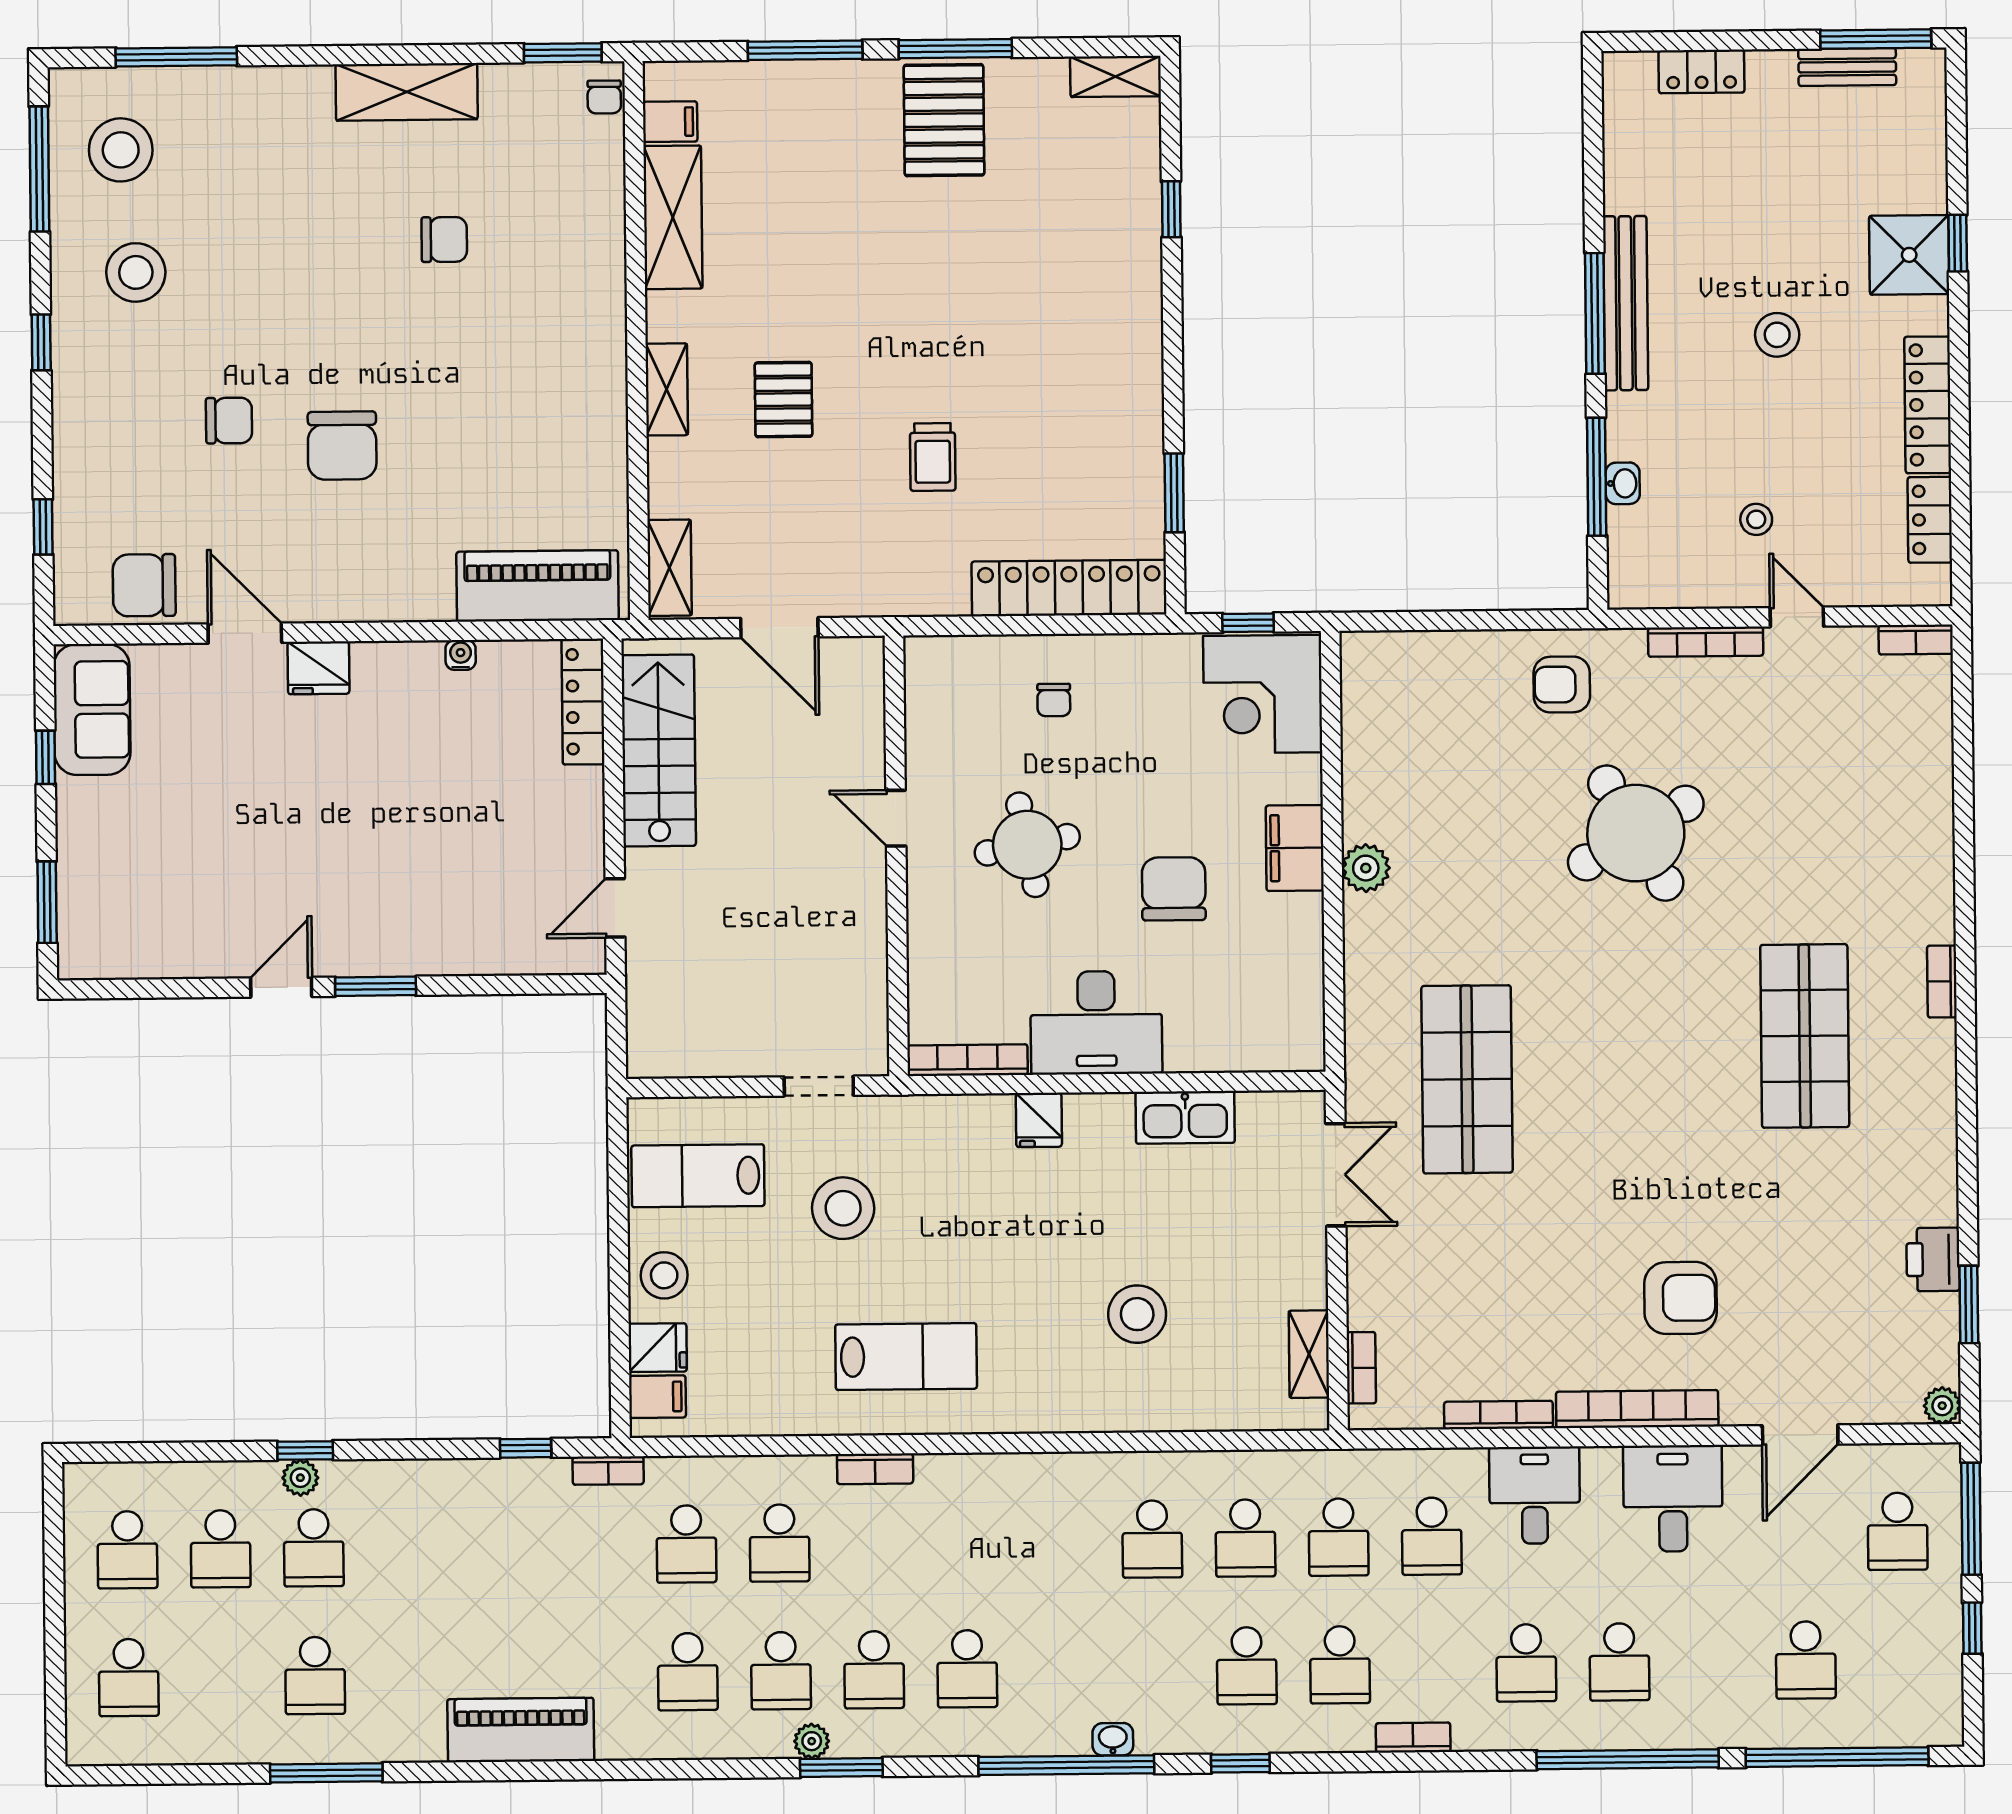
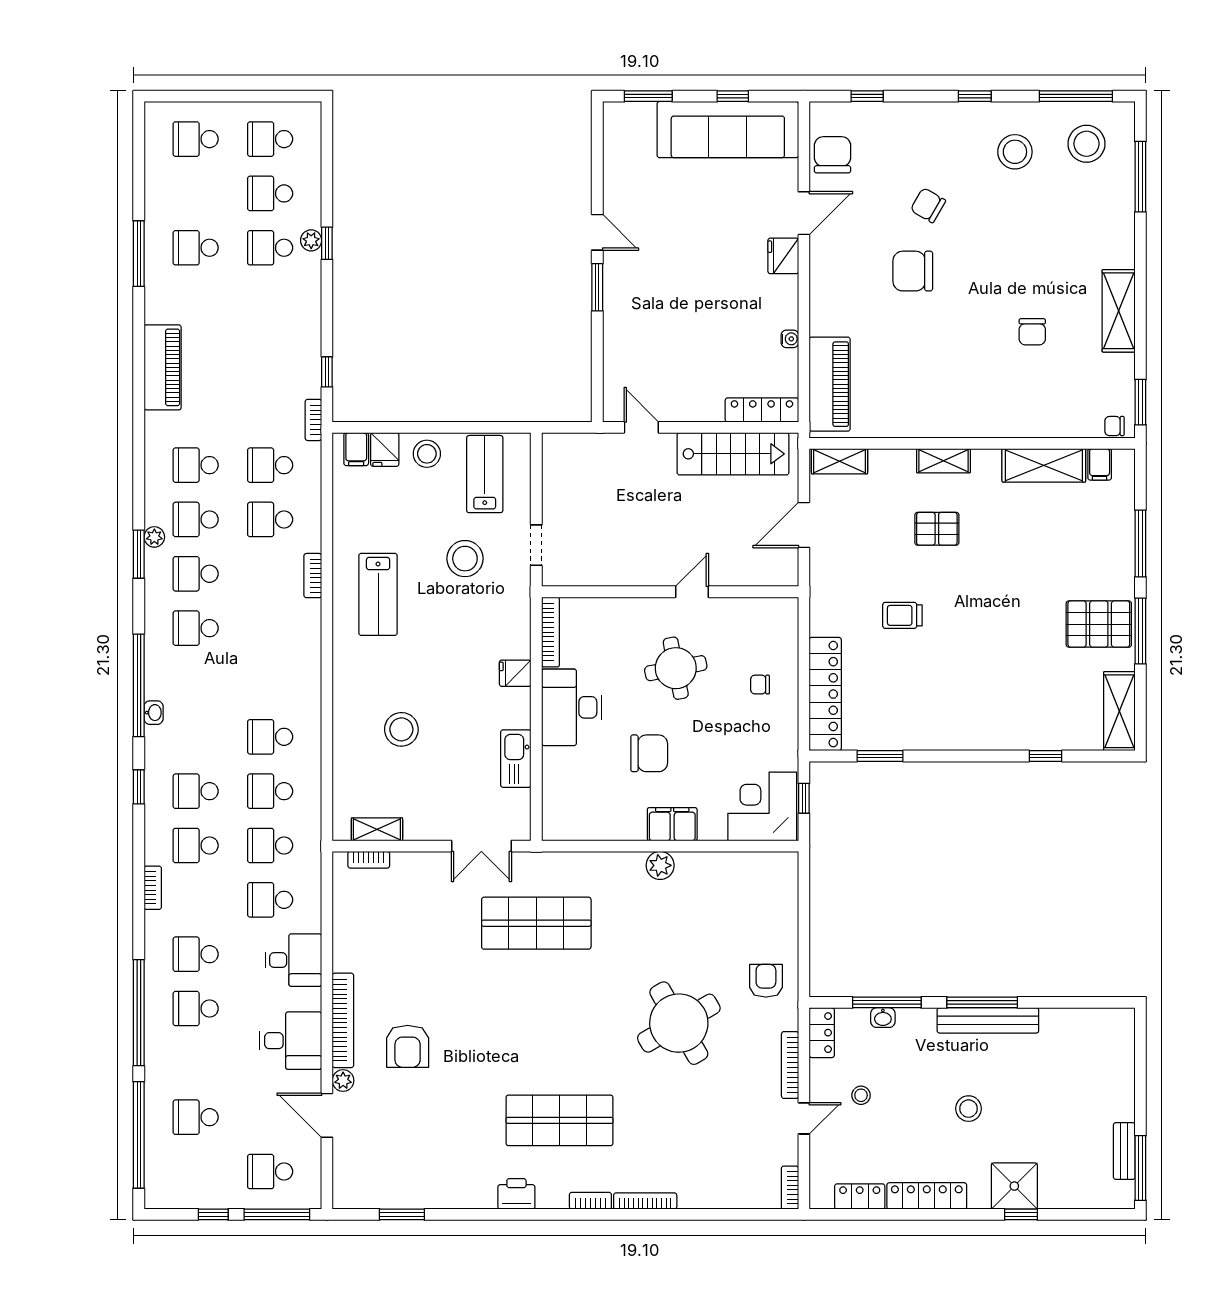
locker: (1701, 72) -> (822, 1033), moved, turned 180
shelving: (1116, 76) -> (1119, 711), width x1.50, depth x1.33
chair: (229, 421) -> (928, 205), turned 120
sofa: (92, 709) -> (728, 130), width x1.85, depth x1.27
printer: (1933, 1259) -> (516, 1194), moved
plant: (1942, 1406) -> (343, 1081), moved
bookcase: (1498, 1415) -> (645, 1201), moved, turned -90

